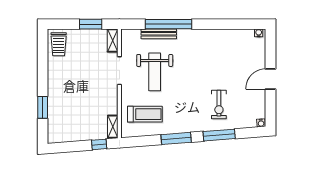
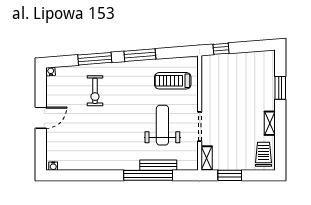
exercise bike: (219, 105) -> (95, 91), turned 180
shelving: (113, 127) -> (270, 123), moved

